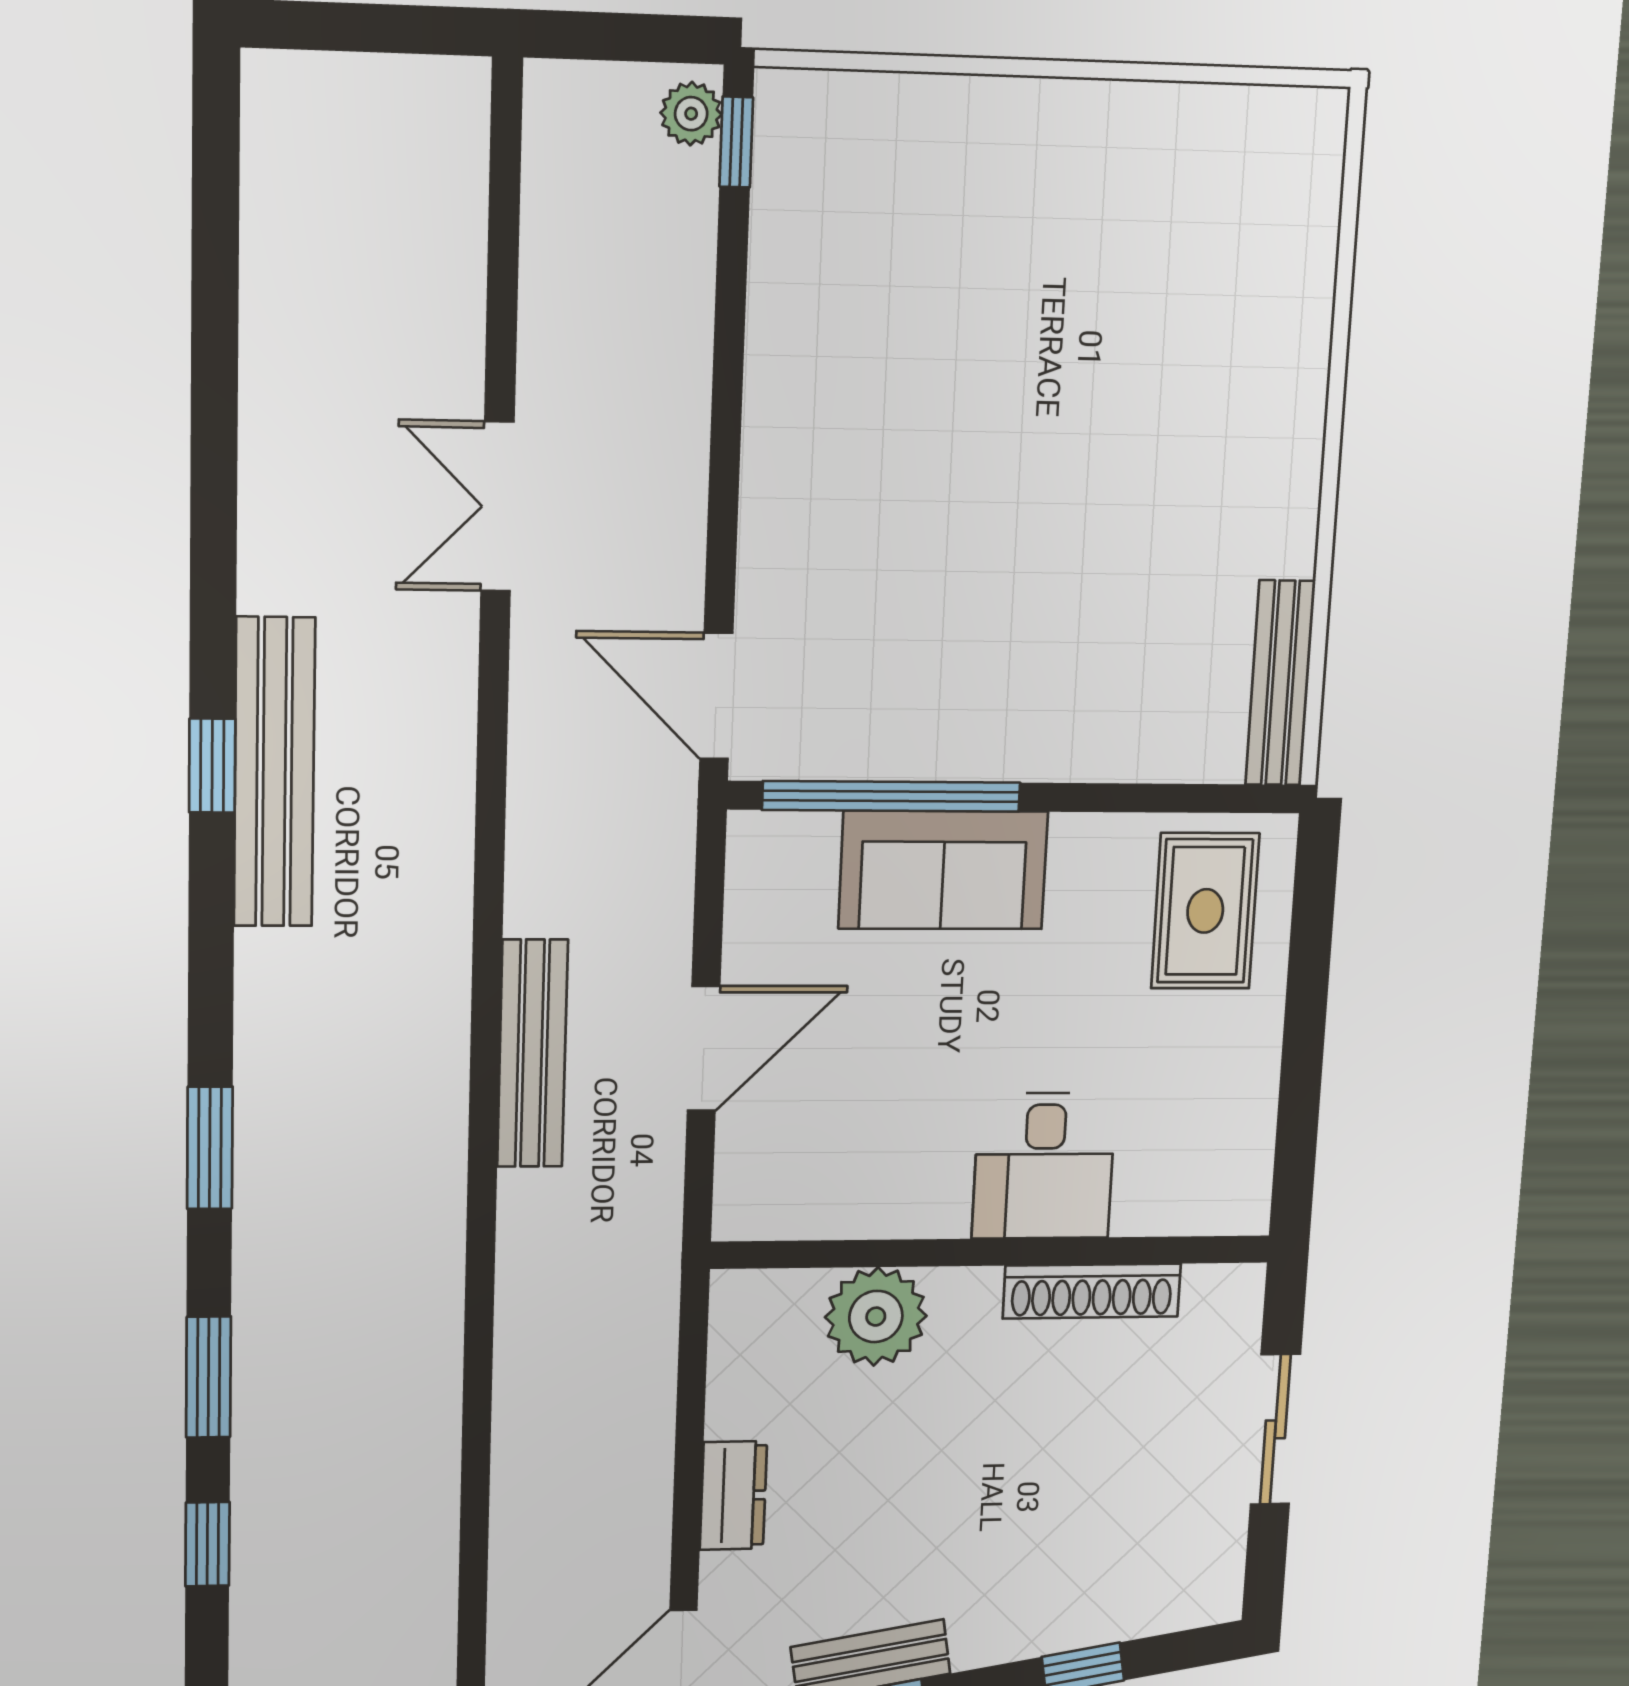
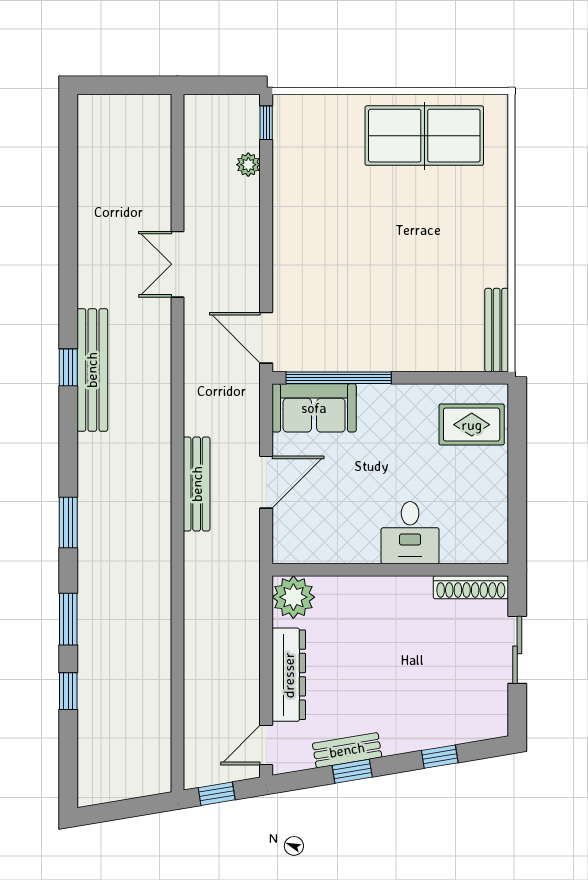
plant: (691, 114) -> (248, 165), moved
table tennis table: (1135, 189) -> (424, 136), added
sofa: (943, 870) -> (314, 408), moved
rug: (1205, 911) -> (472, 425), turned 90
shoe rack: (1092, 1291) -> (471, 587), moved
plant: (876, 1317) -> (293, 597), moved
dresser: (733, 1495) -> (289, 675), width x1.96, depth x1.24

